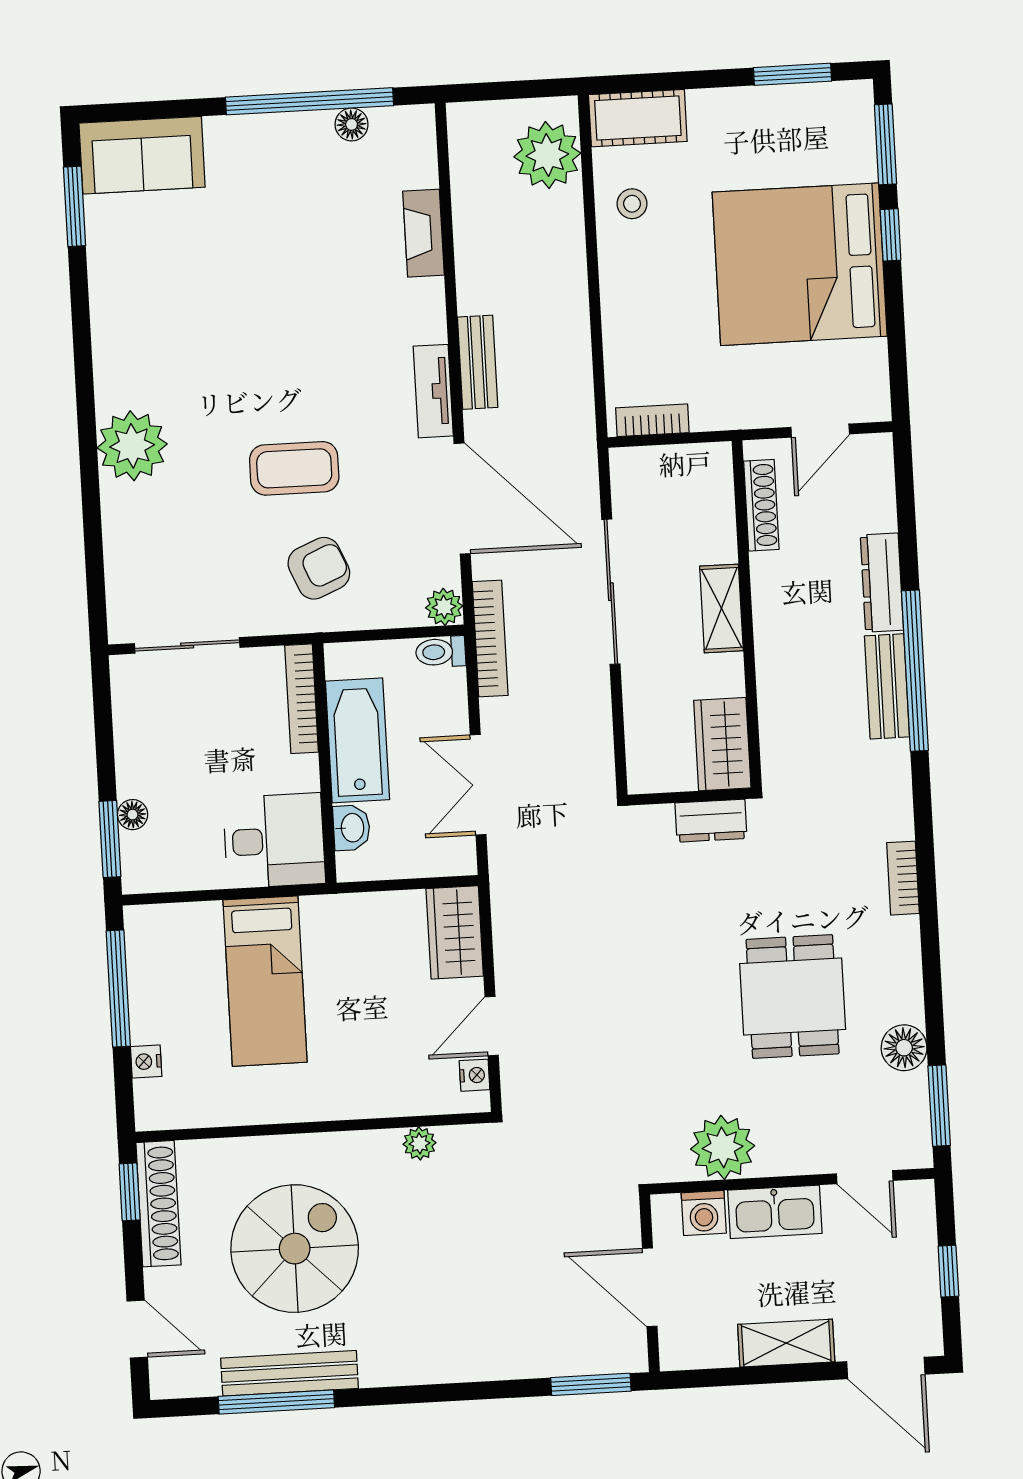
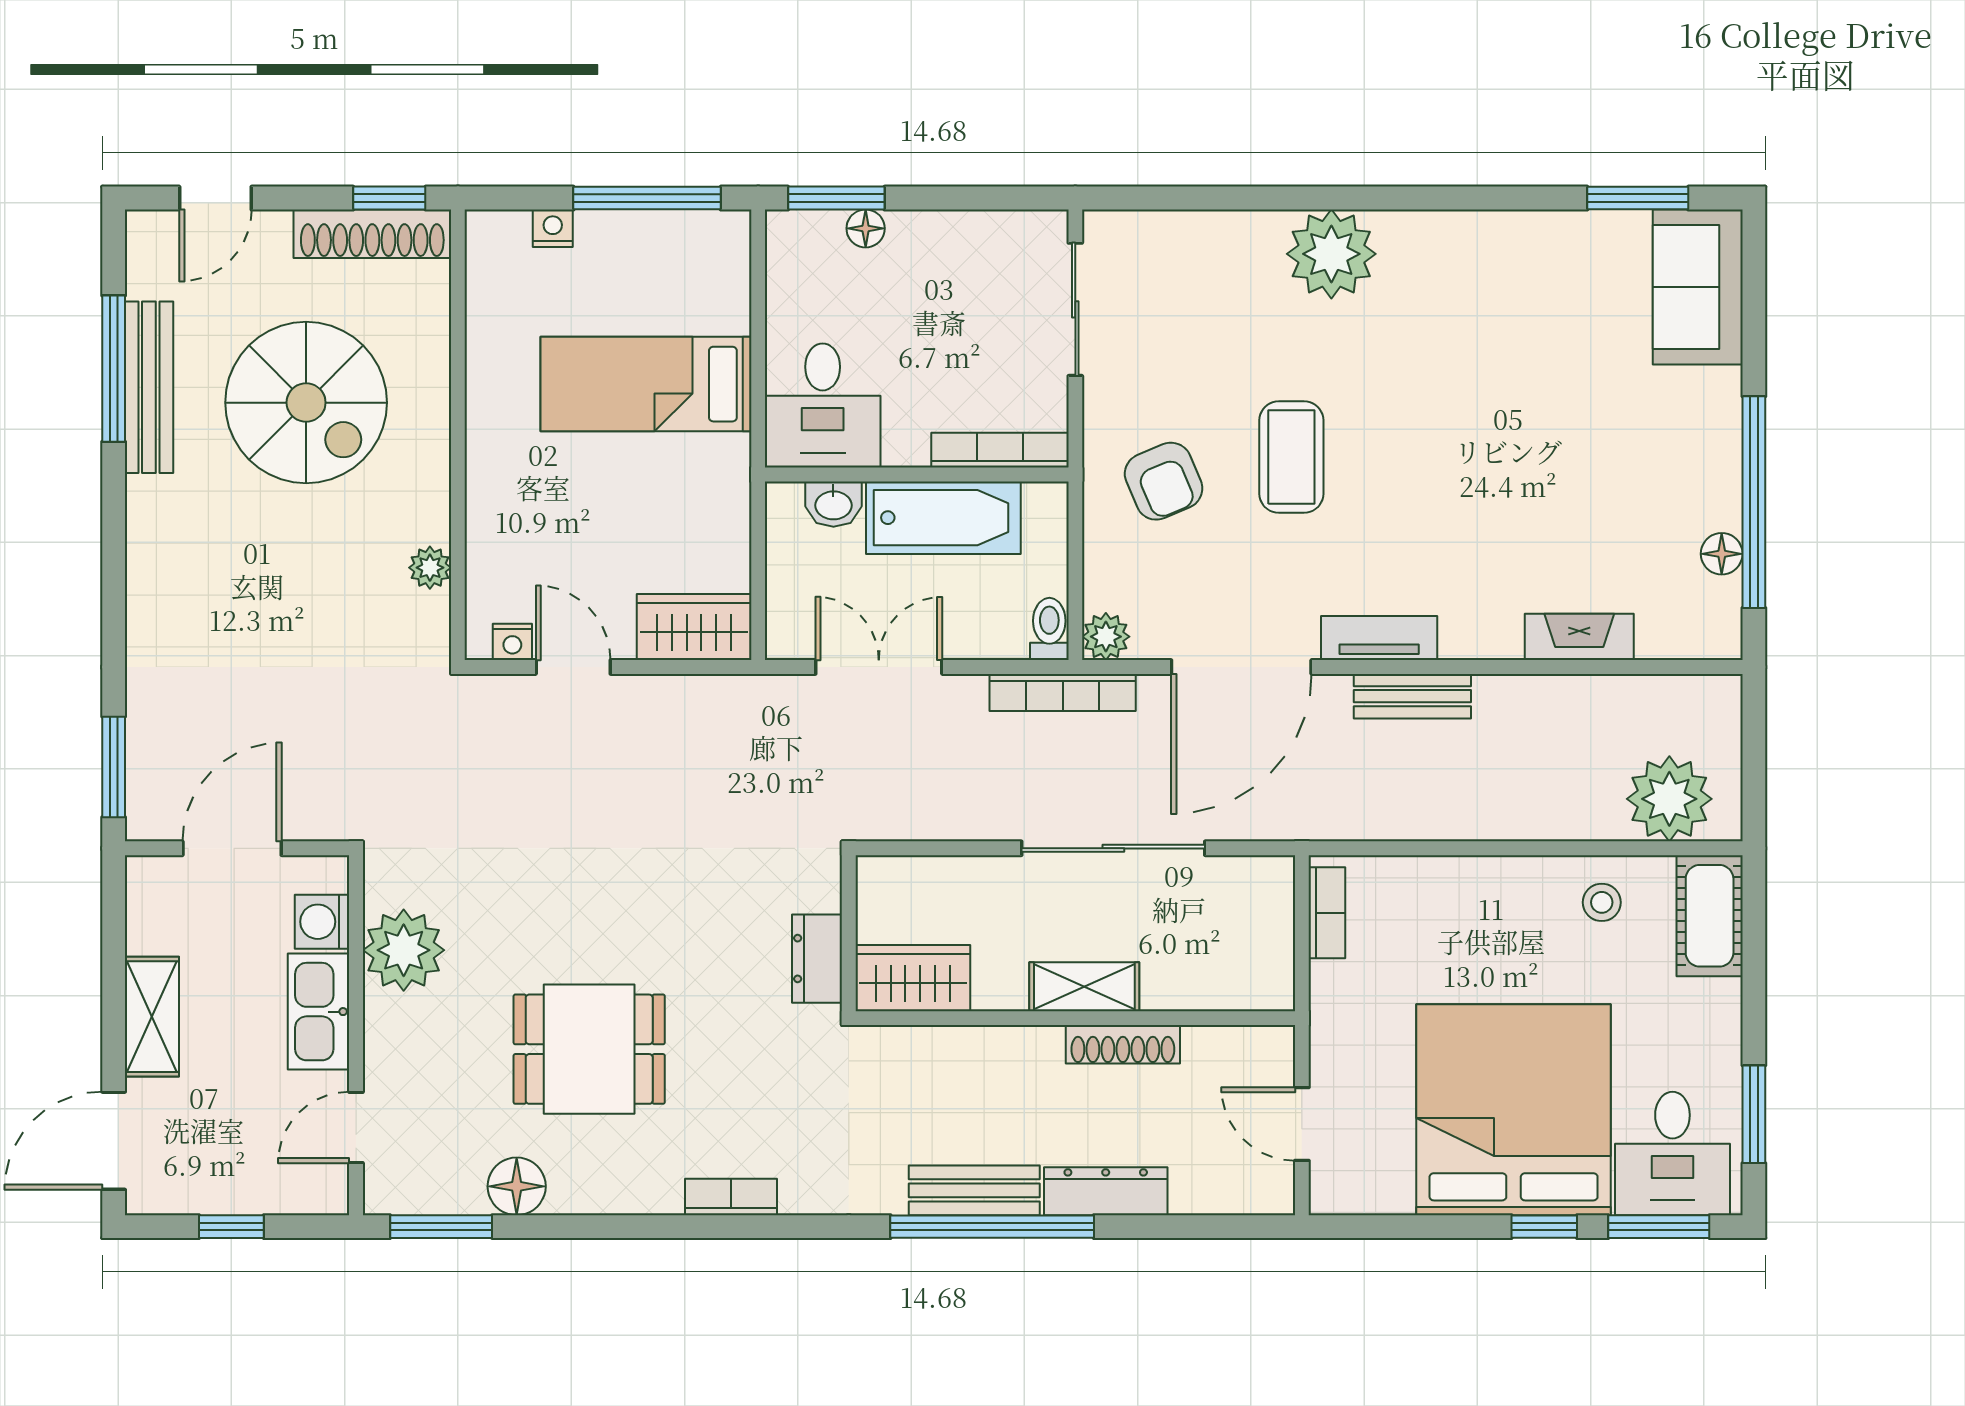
desk: (827, 137) -> (1672, 1153), added
shoe rack: (761, 505) -> (1123, 1044), moved

